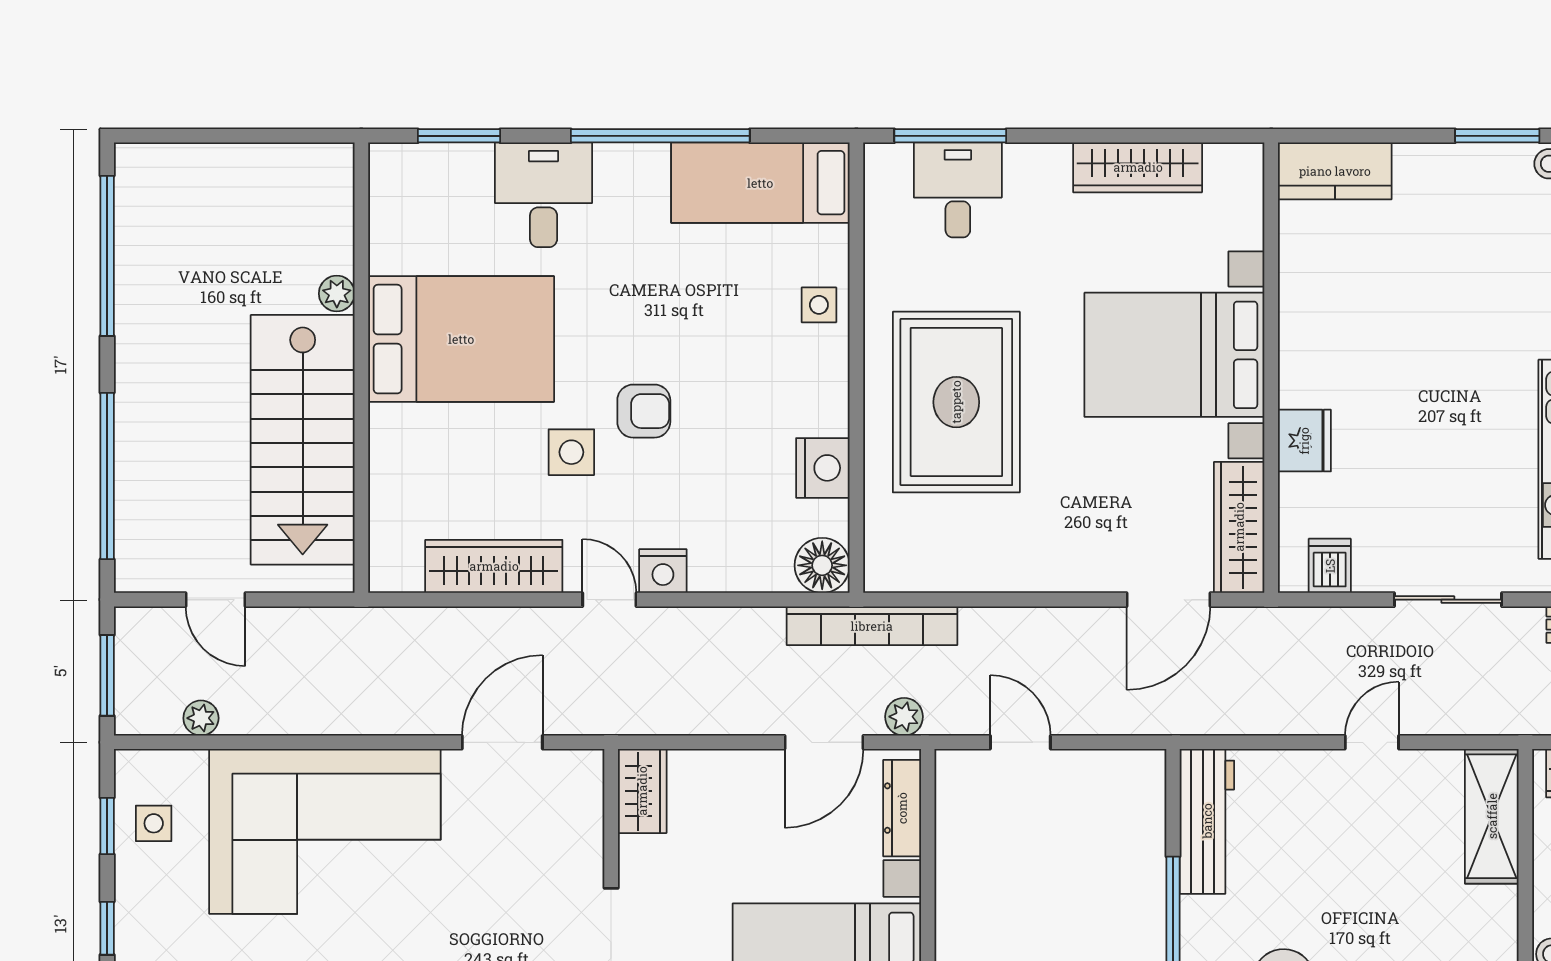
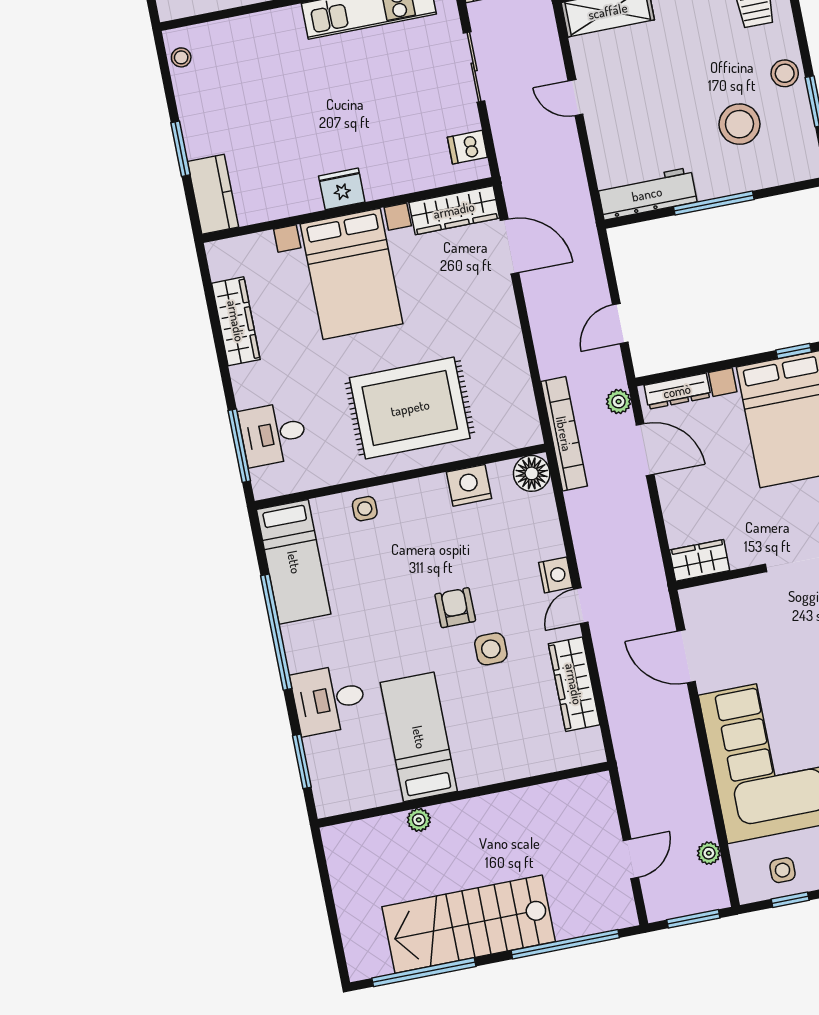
window: (1497, 136) -> (181, 149), moved
bed: (461, 339) -> (419, 737), width x0.67
stairs: (303, 440) -> (469, 924), moved, turned 180
fridge: (1304, 441) -> (342, 189), moved

